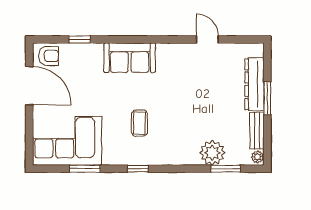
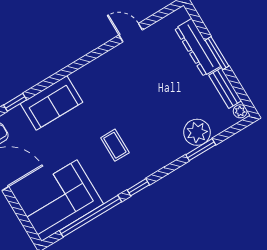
sofa: (130, 58) -> (52, 103), moved
window: (85, 169) -> (90, 216), width x2.11
window: (226, 169) -> (201, 150), moved

